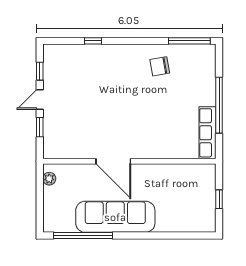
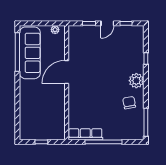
plant: (126, 55) -> (136, 81), added
door: (40, 99) -> (107, 23), swing flipped
sofa: (115, 217) -> (30, 53), moved

